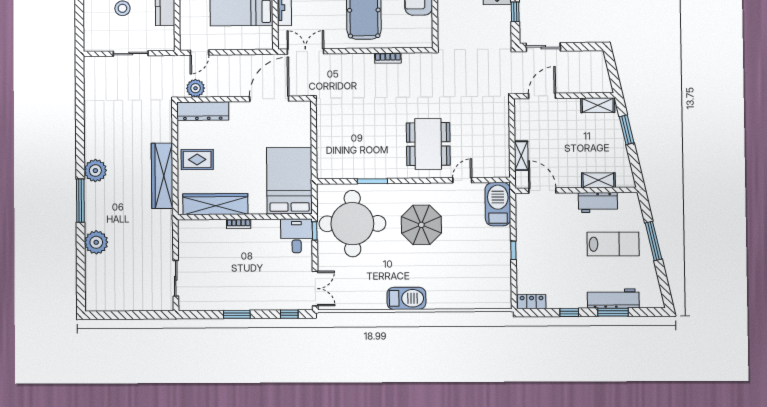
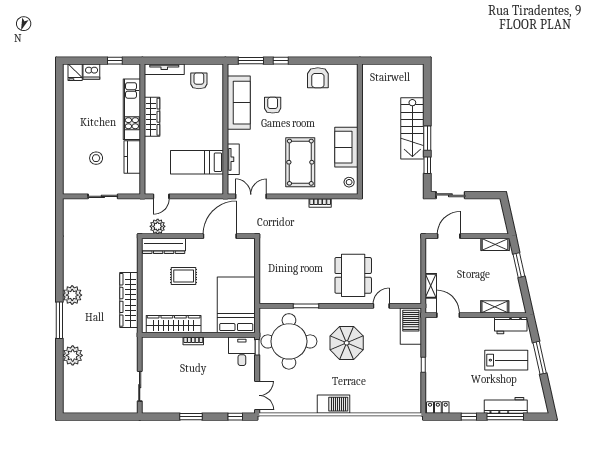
stool: (422, 33) -> (349, 182), added
rug: (197, 160) -> (184, 276), moved
workbench: (598, 202) -> (511, 325), moved
window: (613, 312) -> (505, 417), width x1.44

